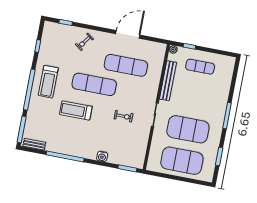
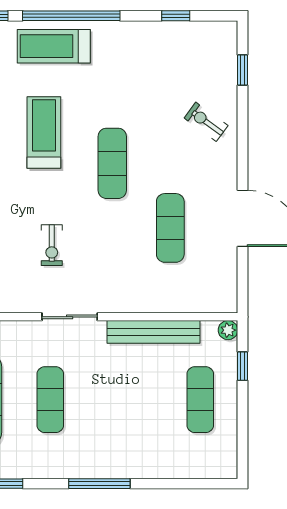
exercise mat: (126, 65) -> (170, 228), width x0.73, depth x0.69
treadmill: (48, 82) -> (54, 46), moved
exercise mat: (94, 84) -> (112, 163), width x0.73, depth x0.69
exercise mat: (188, 129) -> (50, 400), width x0.50, depth x0.69

